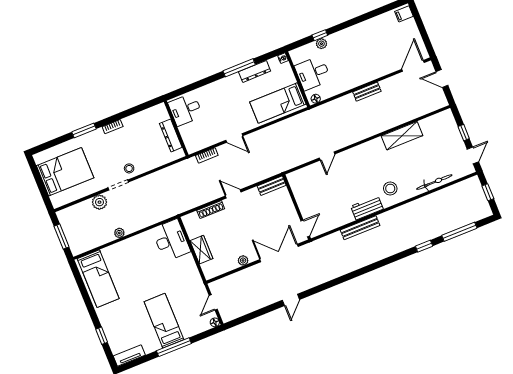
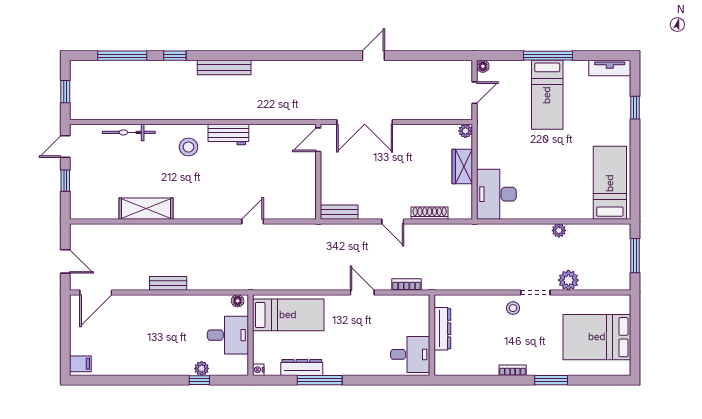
bench: (360, 228) -> (224, 68), moved
plant: (243, 260) -> (465, 131), moved

